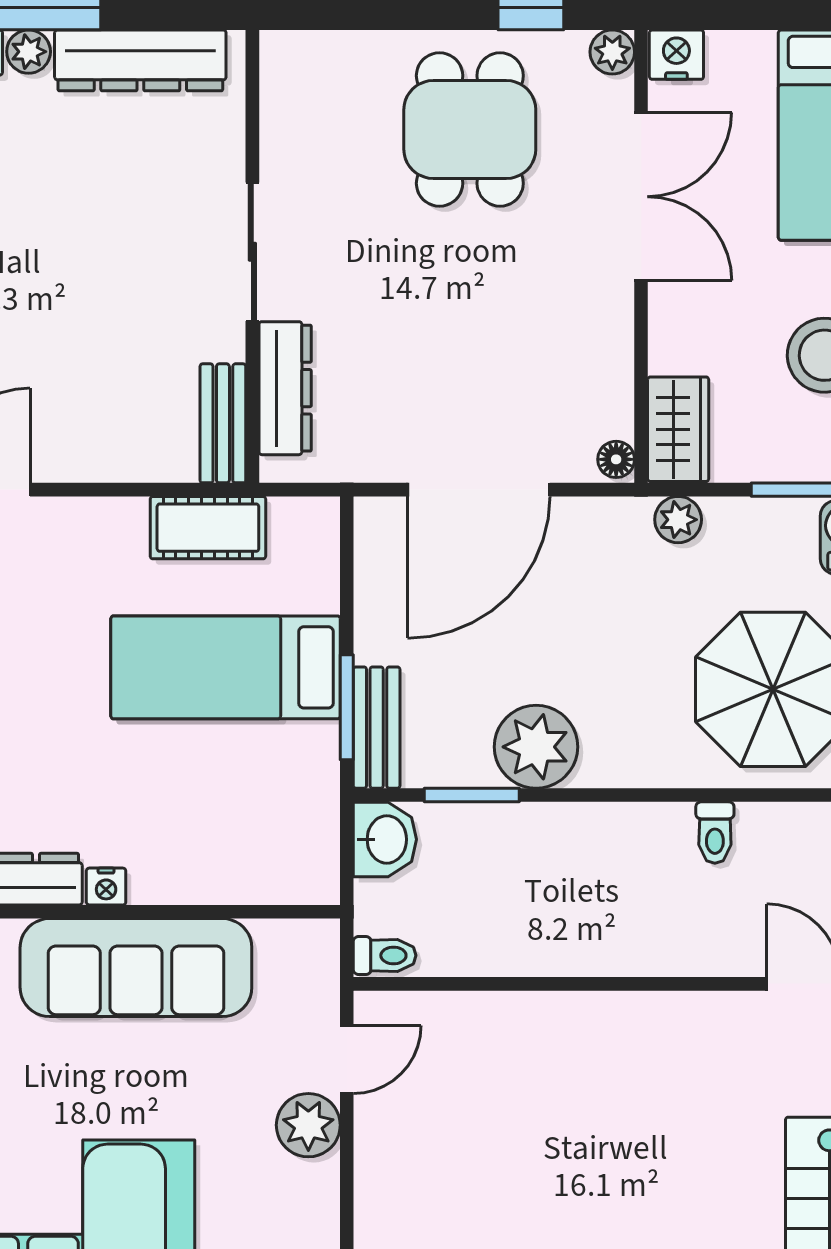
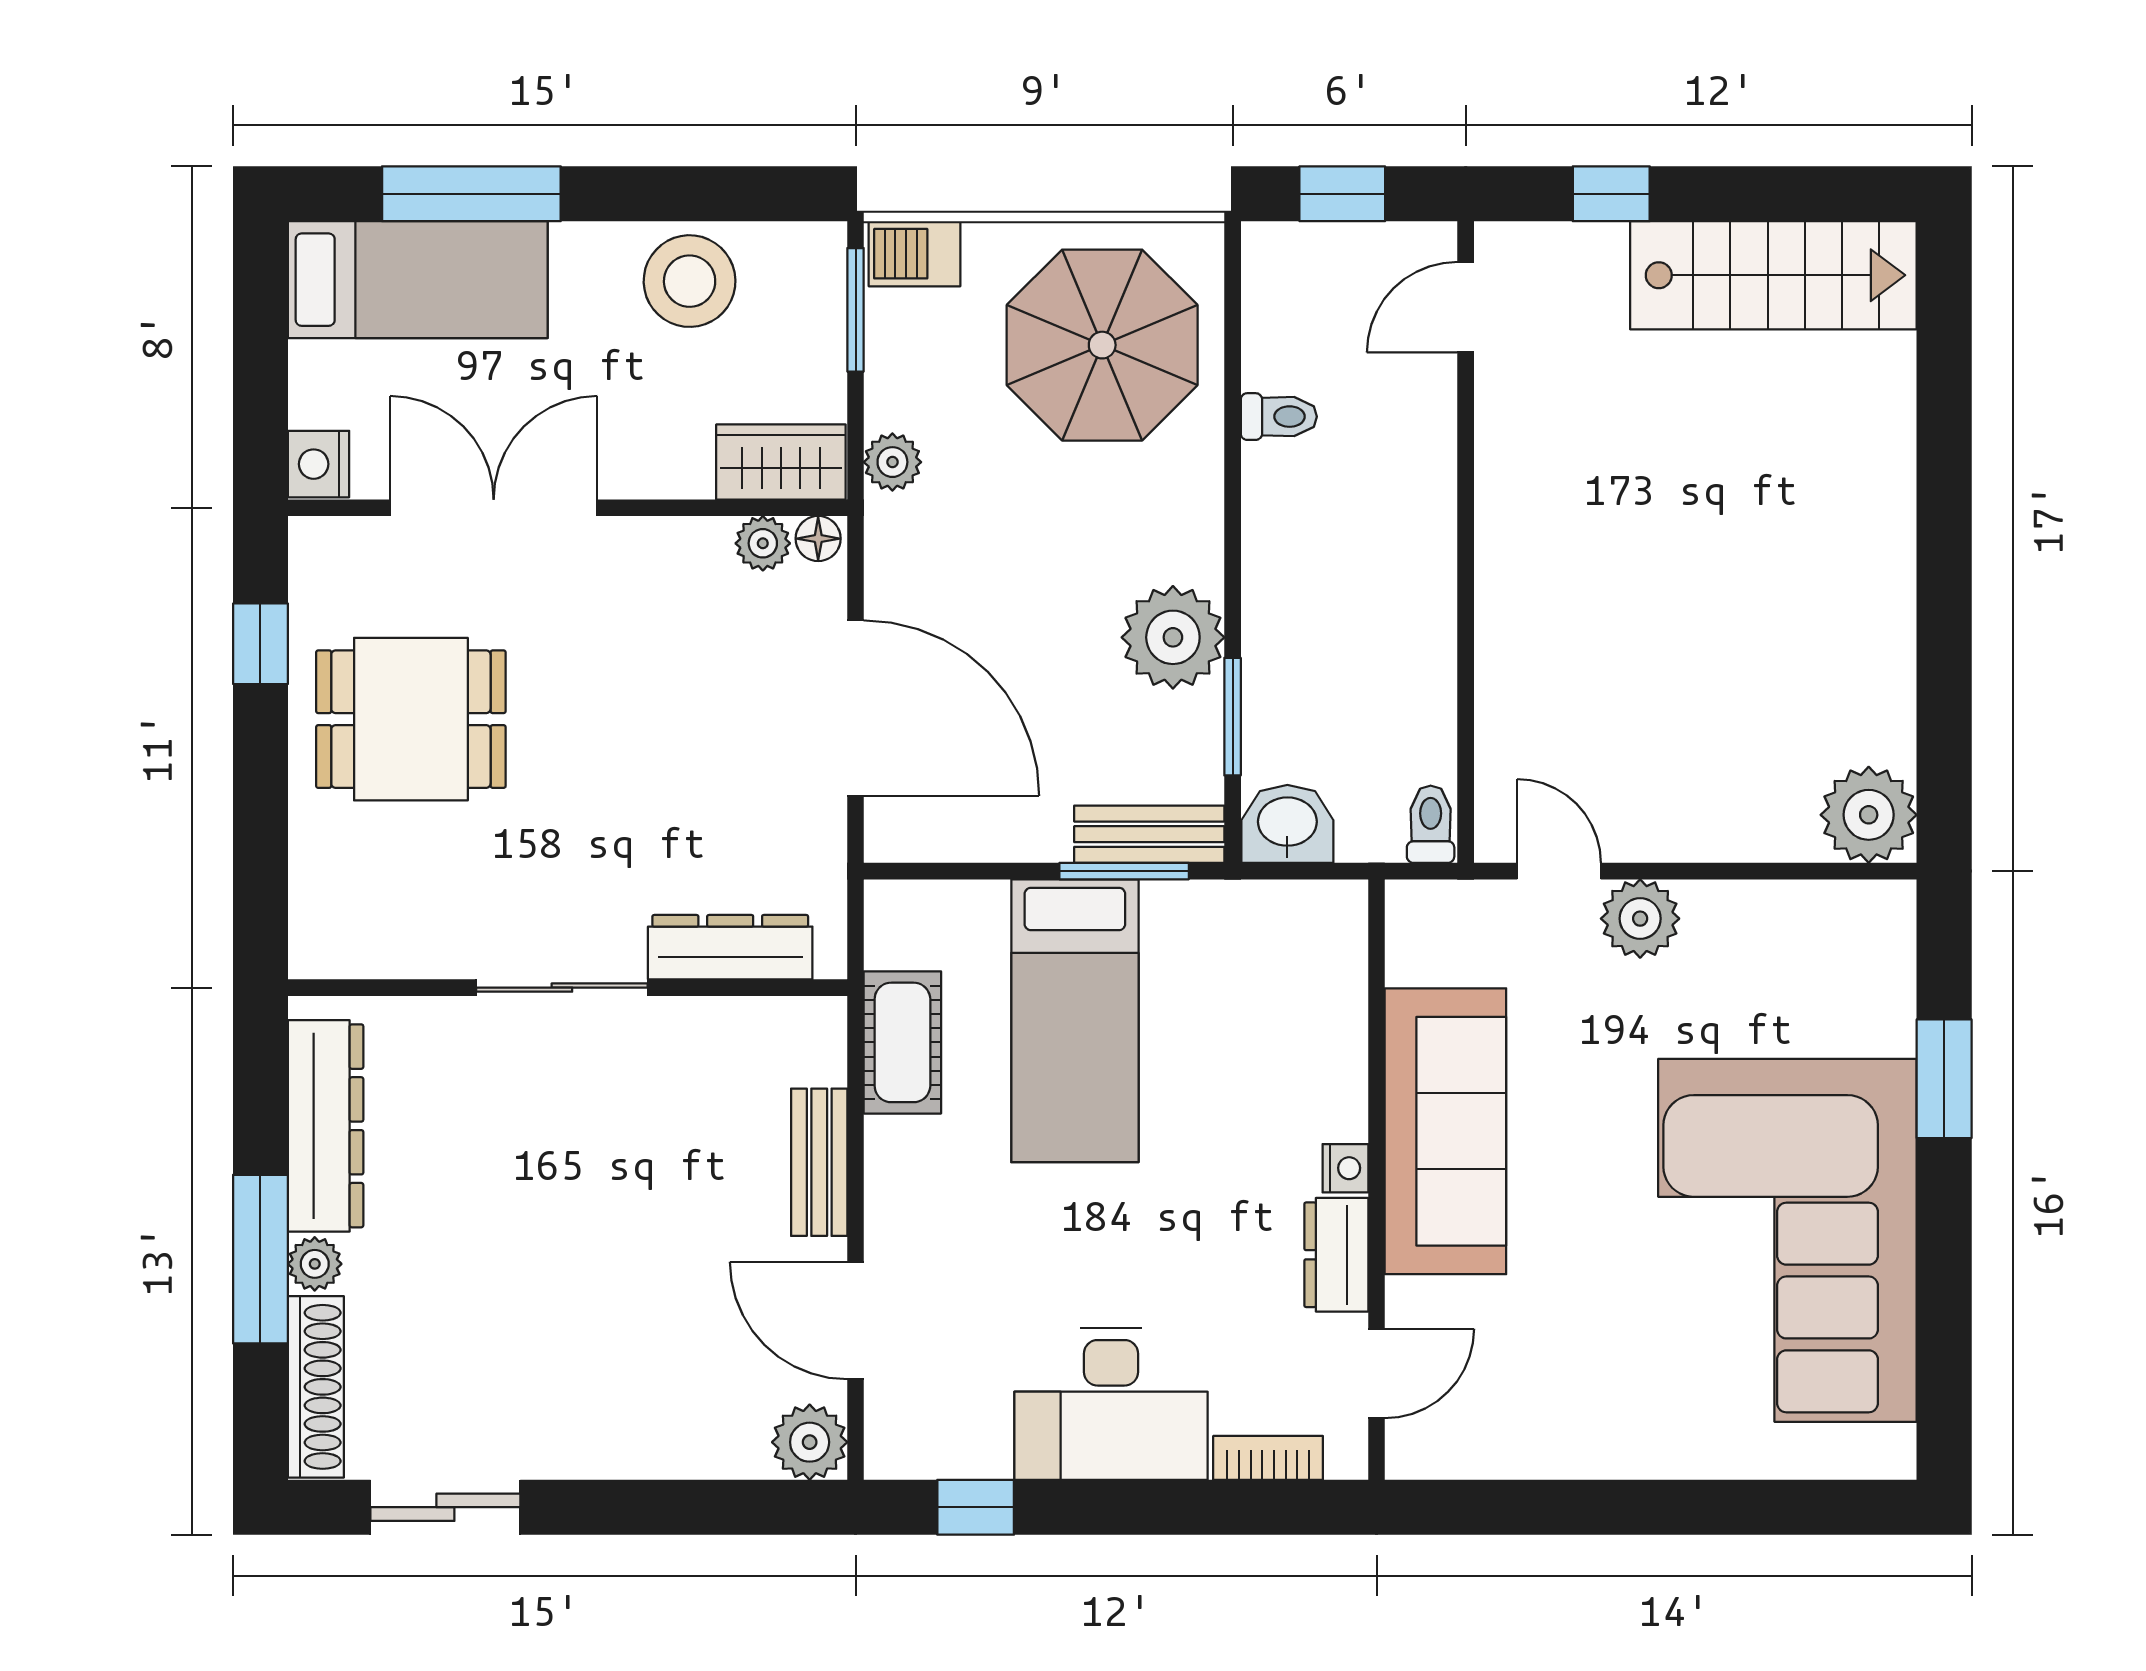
plant: (612, 52) -> (763, 543), moved
bench: (223, 423) -> (819, 1162), moved, turned 90

